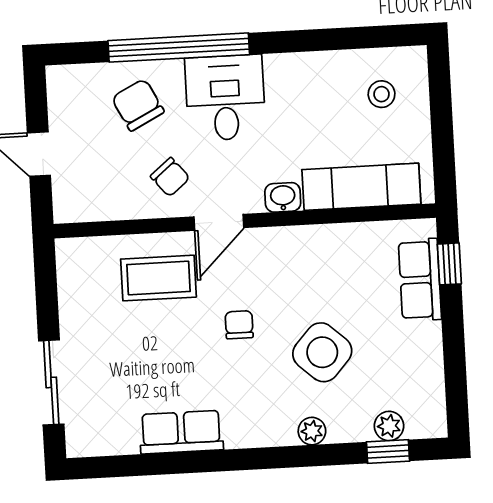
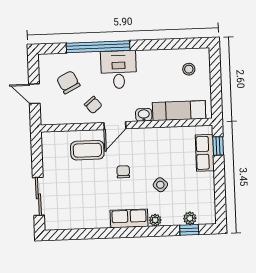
chair: (138, 105) -> (68, 82), moved
side table: (322, 352) -> (160, 185), width x0.54, depth x0.54
row of seats: (181, 432) -> (129, 218), moved

